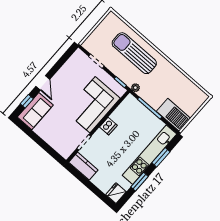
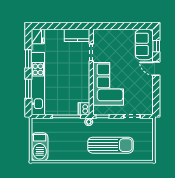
barbecue: (173, 115) -> (40, 147), moved, turned -90
dishwasher: (108, 126) -> (84, 109), moved

